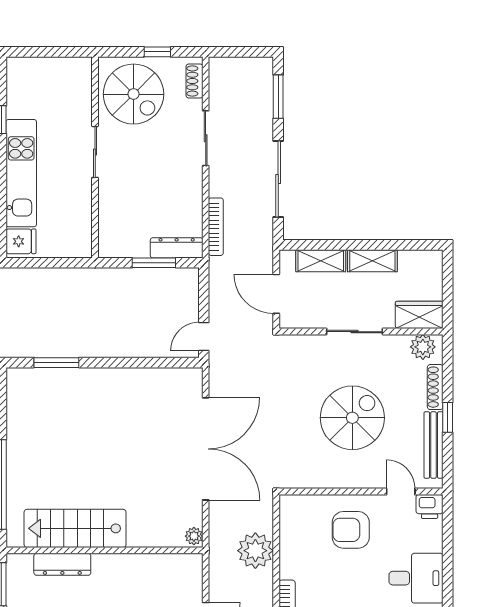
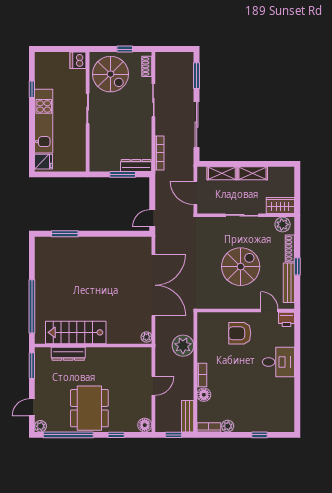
dishwasher: (79, 71) -> (78, 60), added

